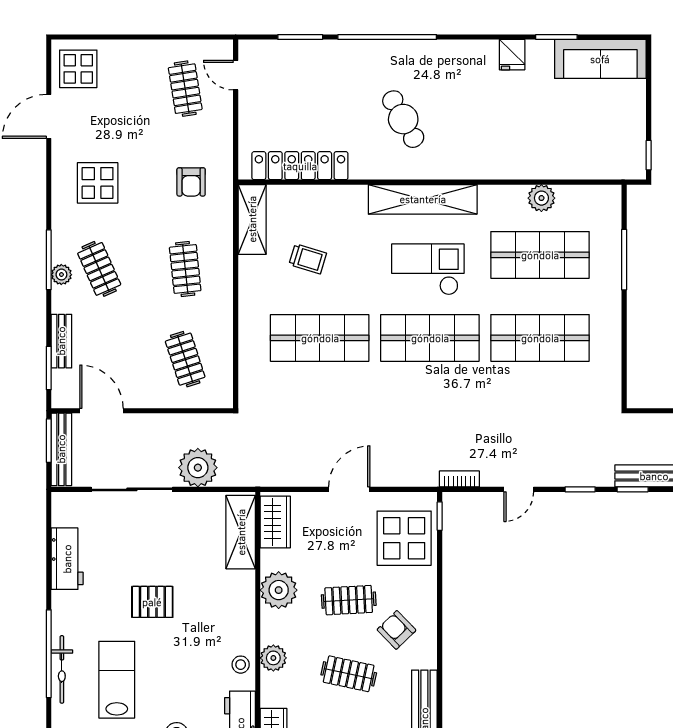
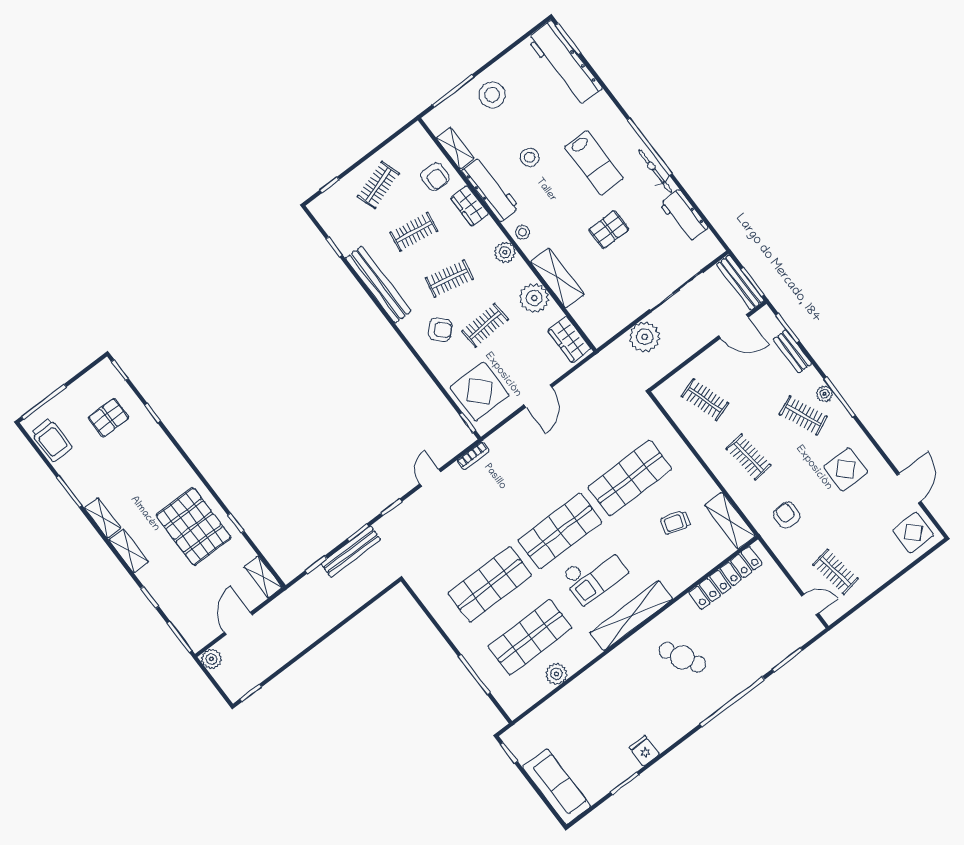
sofa: (600, 59) -> (557, 787), moved, turned 90
shelving: (241, 532) -> (557, 278), moved
bicycle: (62, 669) -> (655, 171), moved

